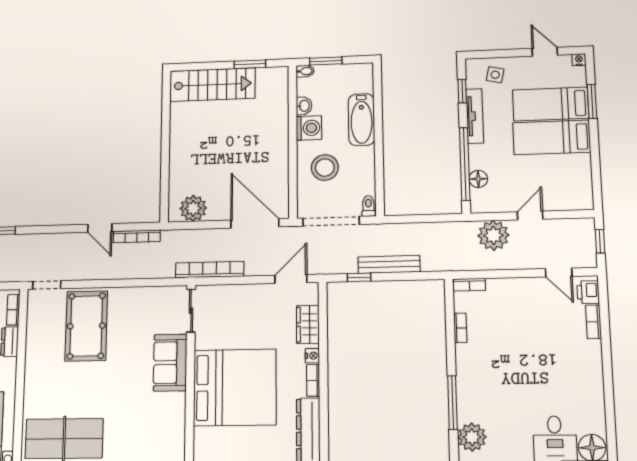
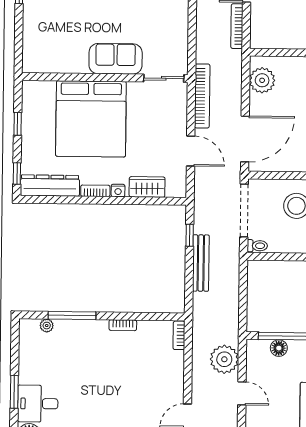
door: (291, 279) -> (191, 151), moved
bookcase: (460, 328) -> (123, 325), moved
plant: (472, 437) -> (47, 326), width x0.53, depth x0.53

